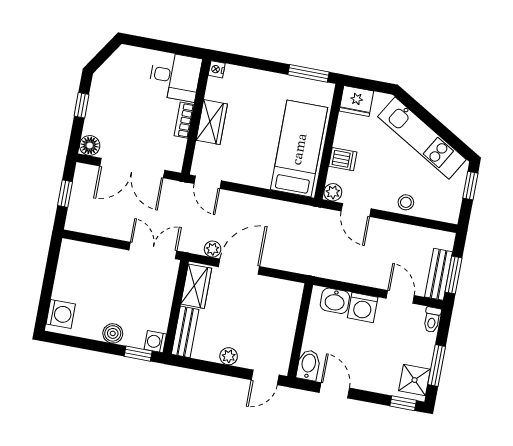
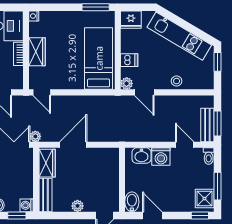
plant: (213, 249) -> (35, 136), moved

